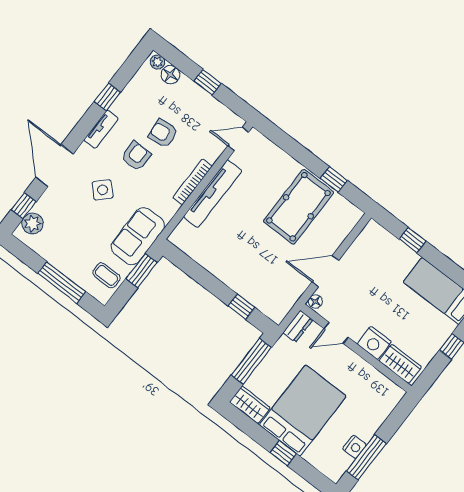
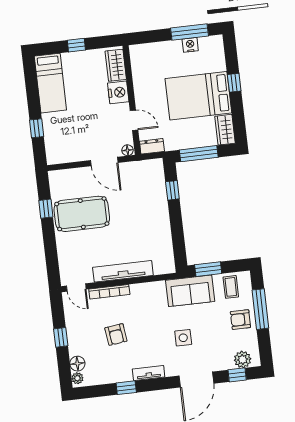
armchair: (136, 156) -> (240, 320), moved
bookcase: (193, 182) -> (109, 292), moved
side table: (103, 190) -> (183, 338), turned 45

